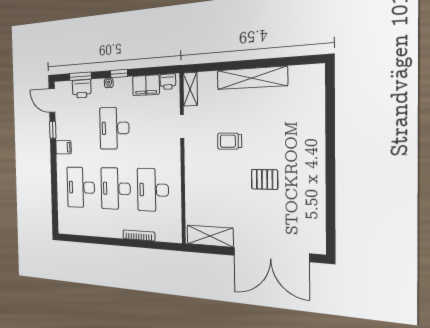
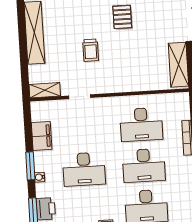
window: (119, 73) -> (30, 166), width x1.50
printer: (168, 82) -> (38, 113), removed

